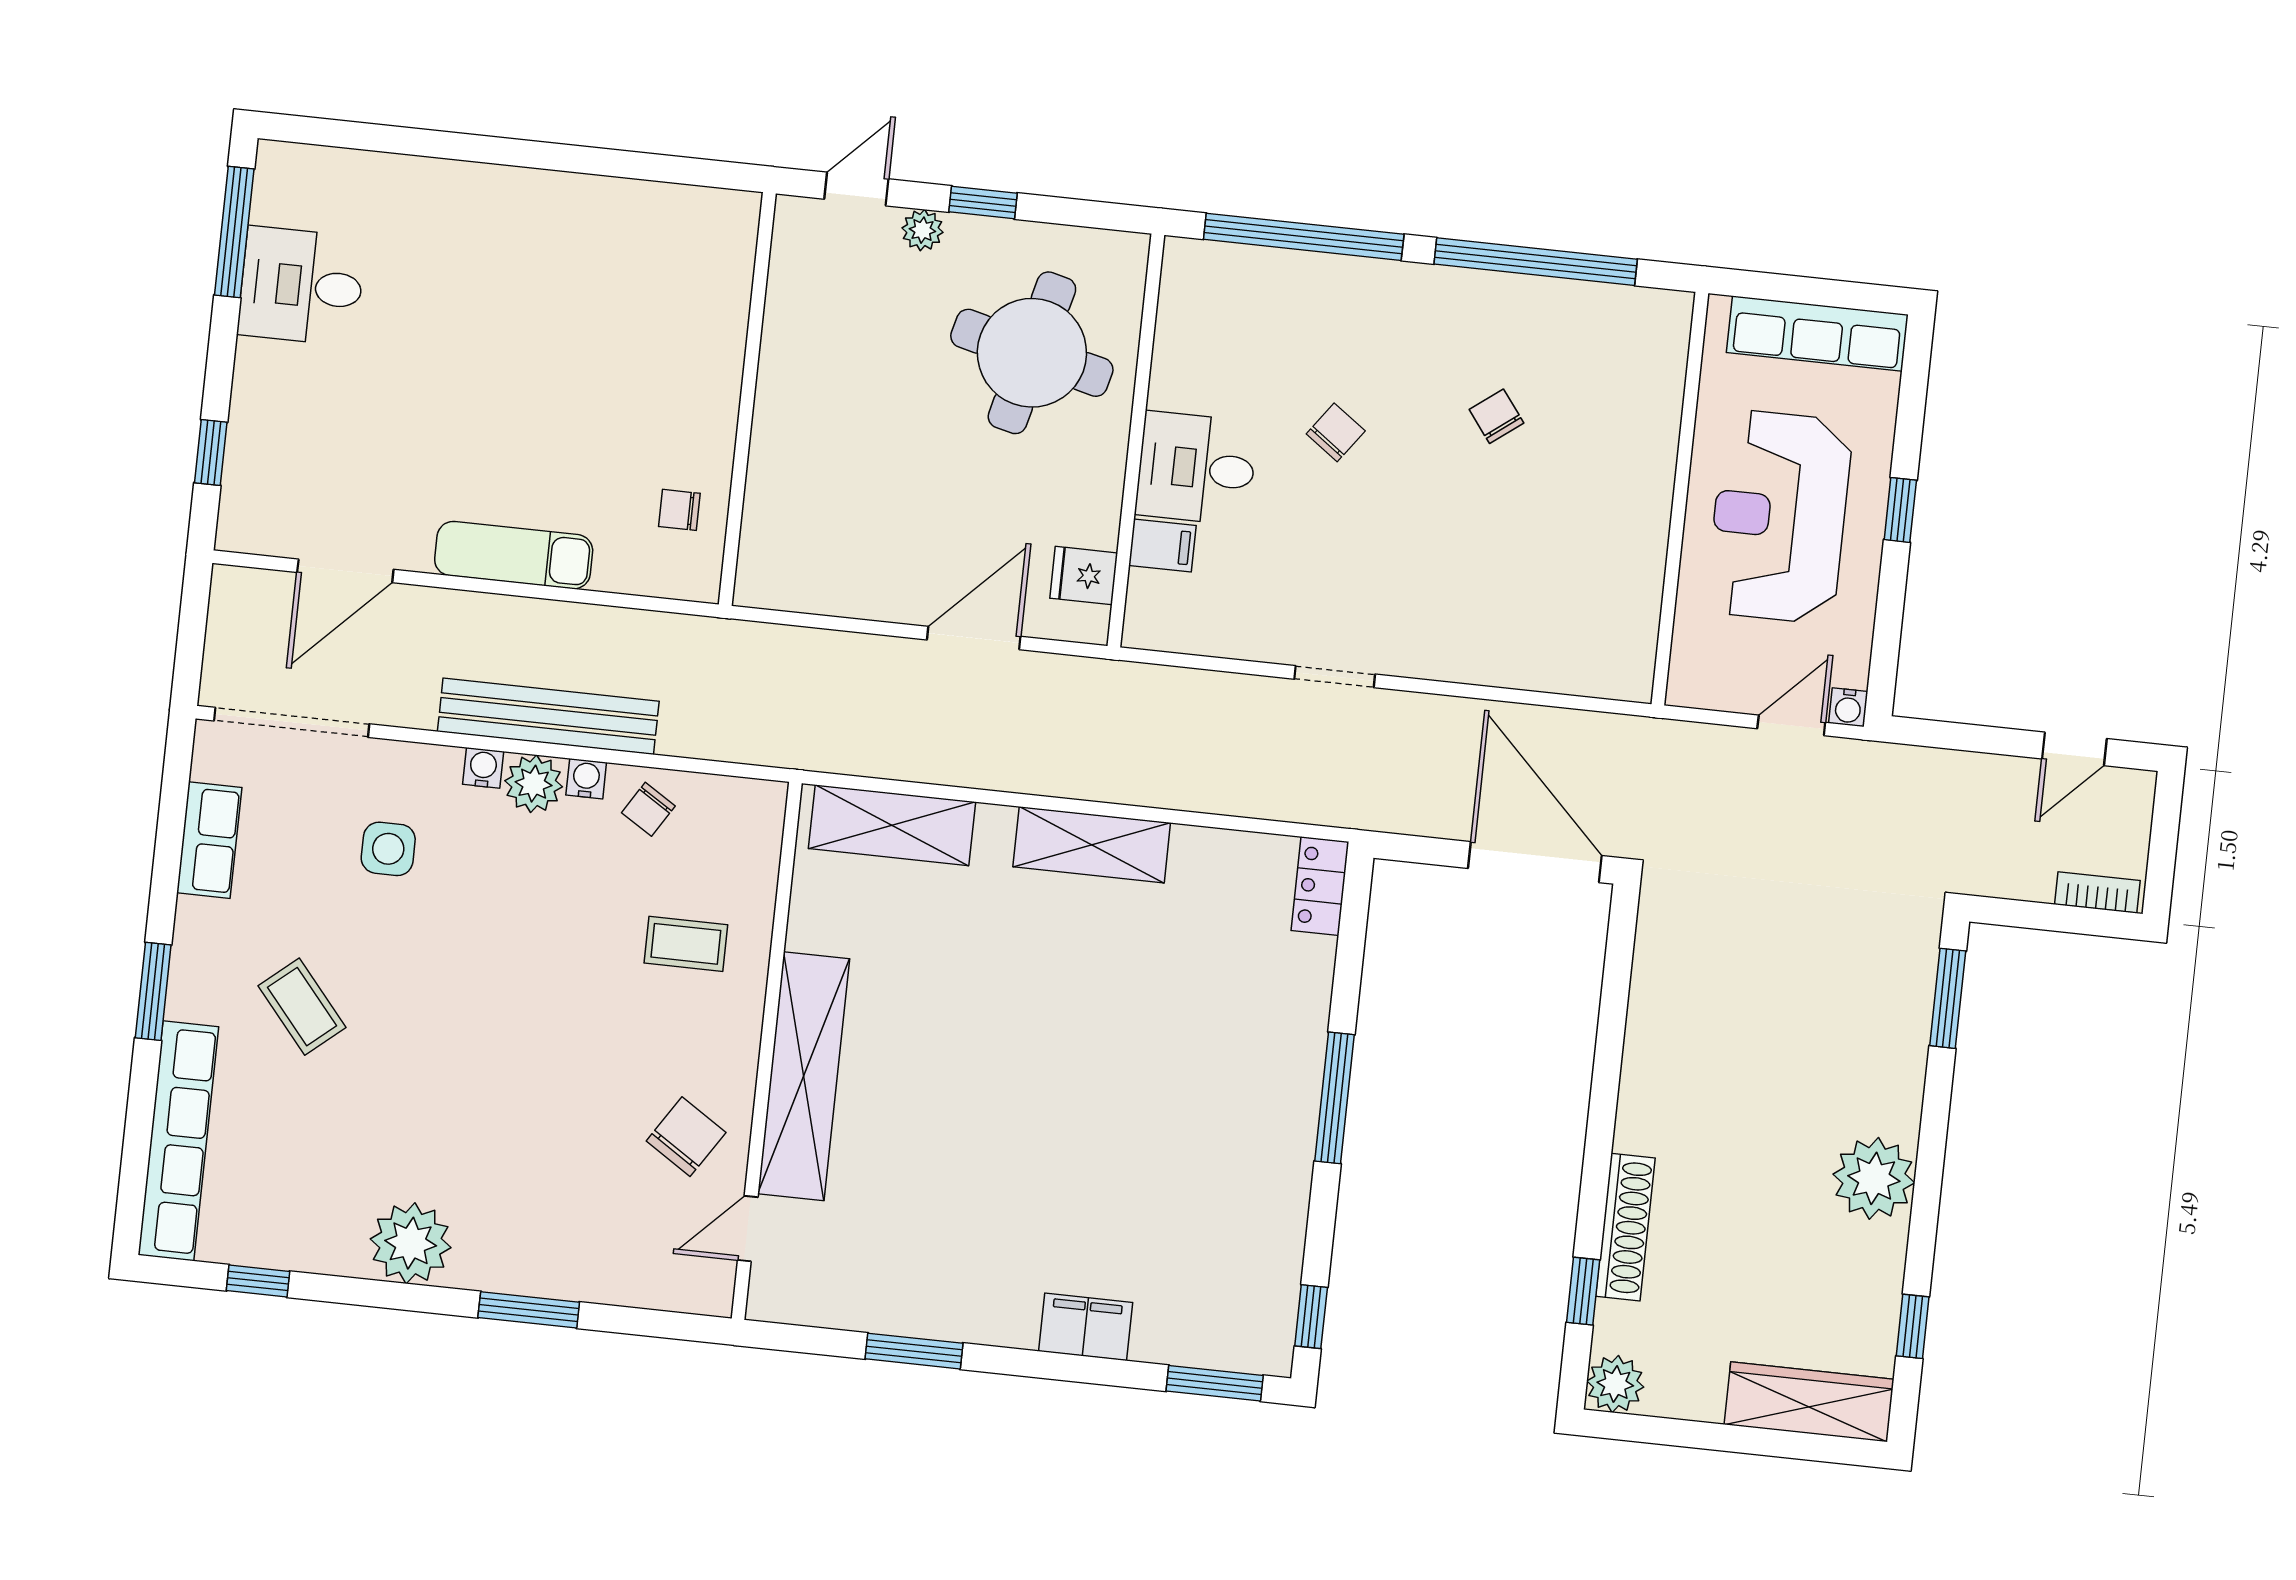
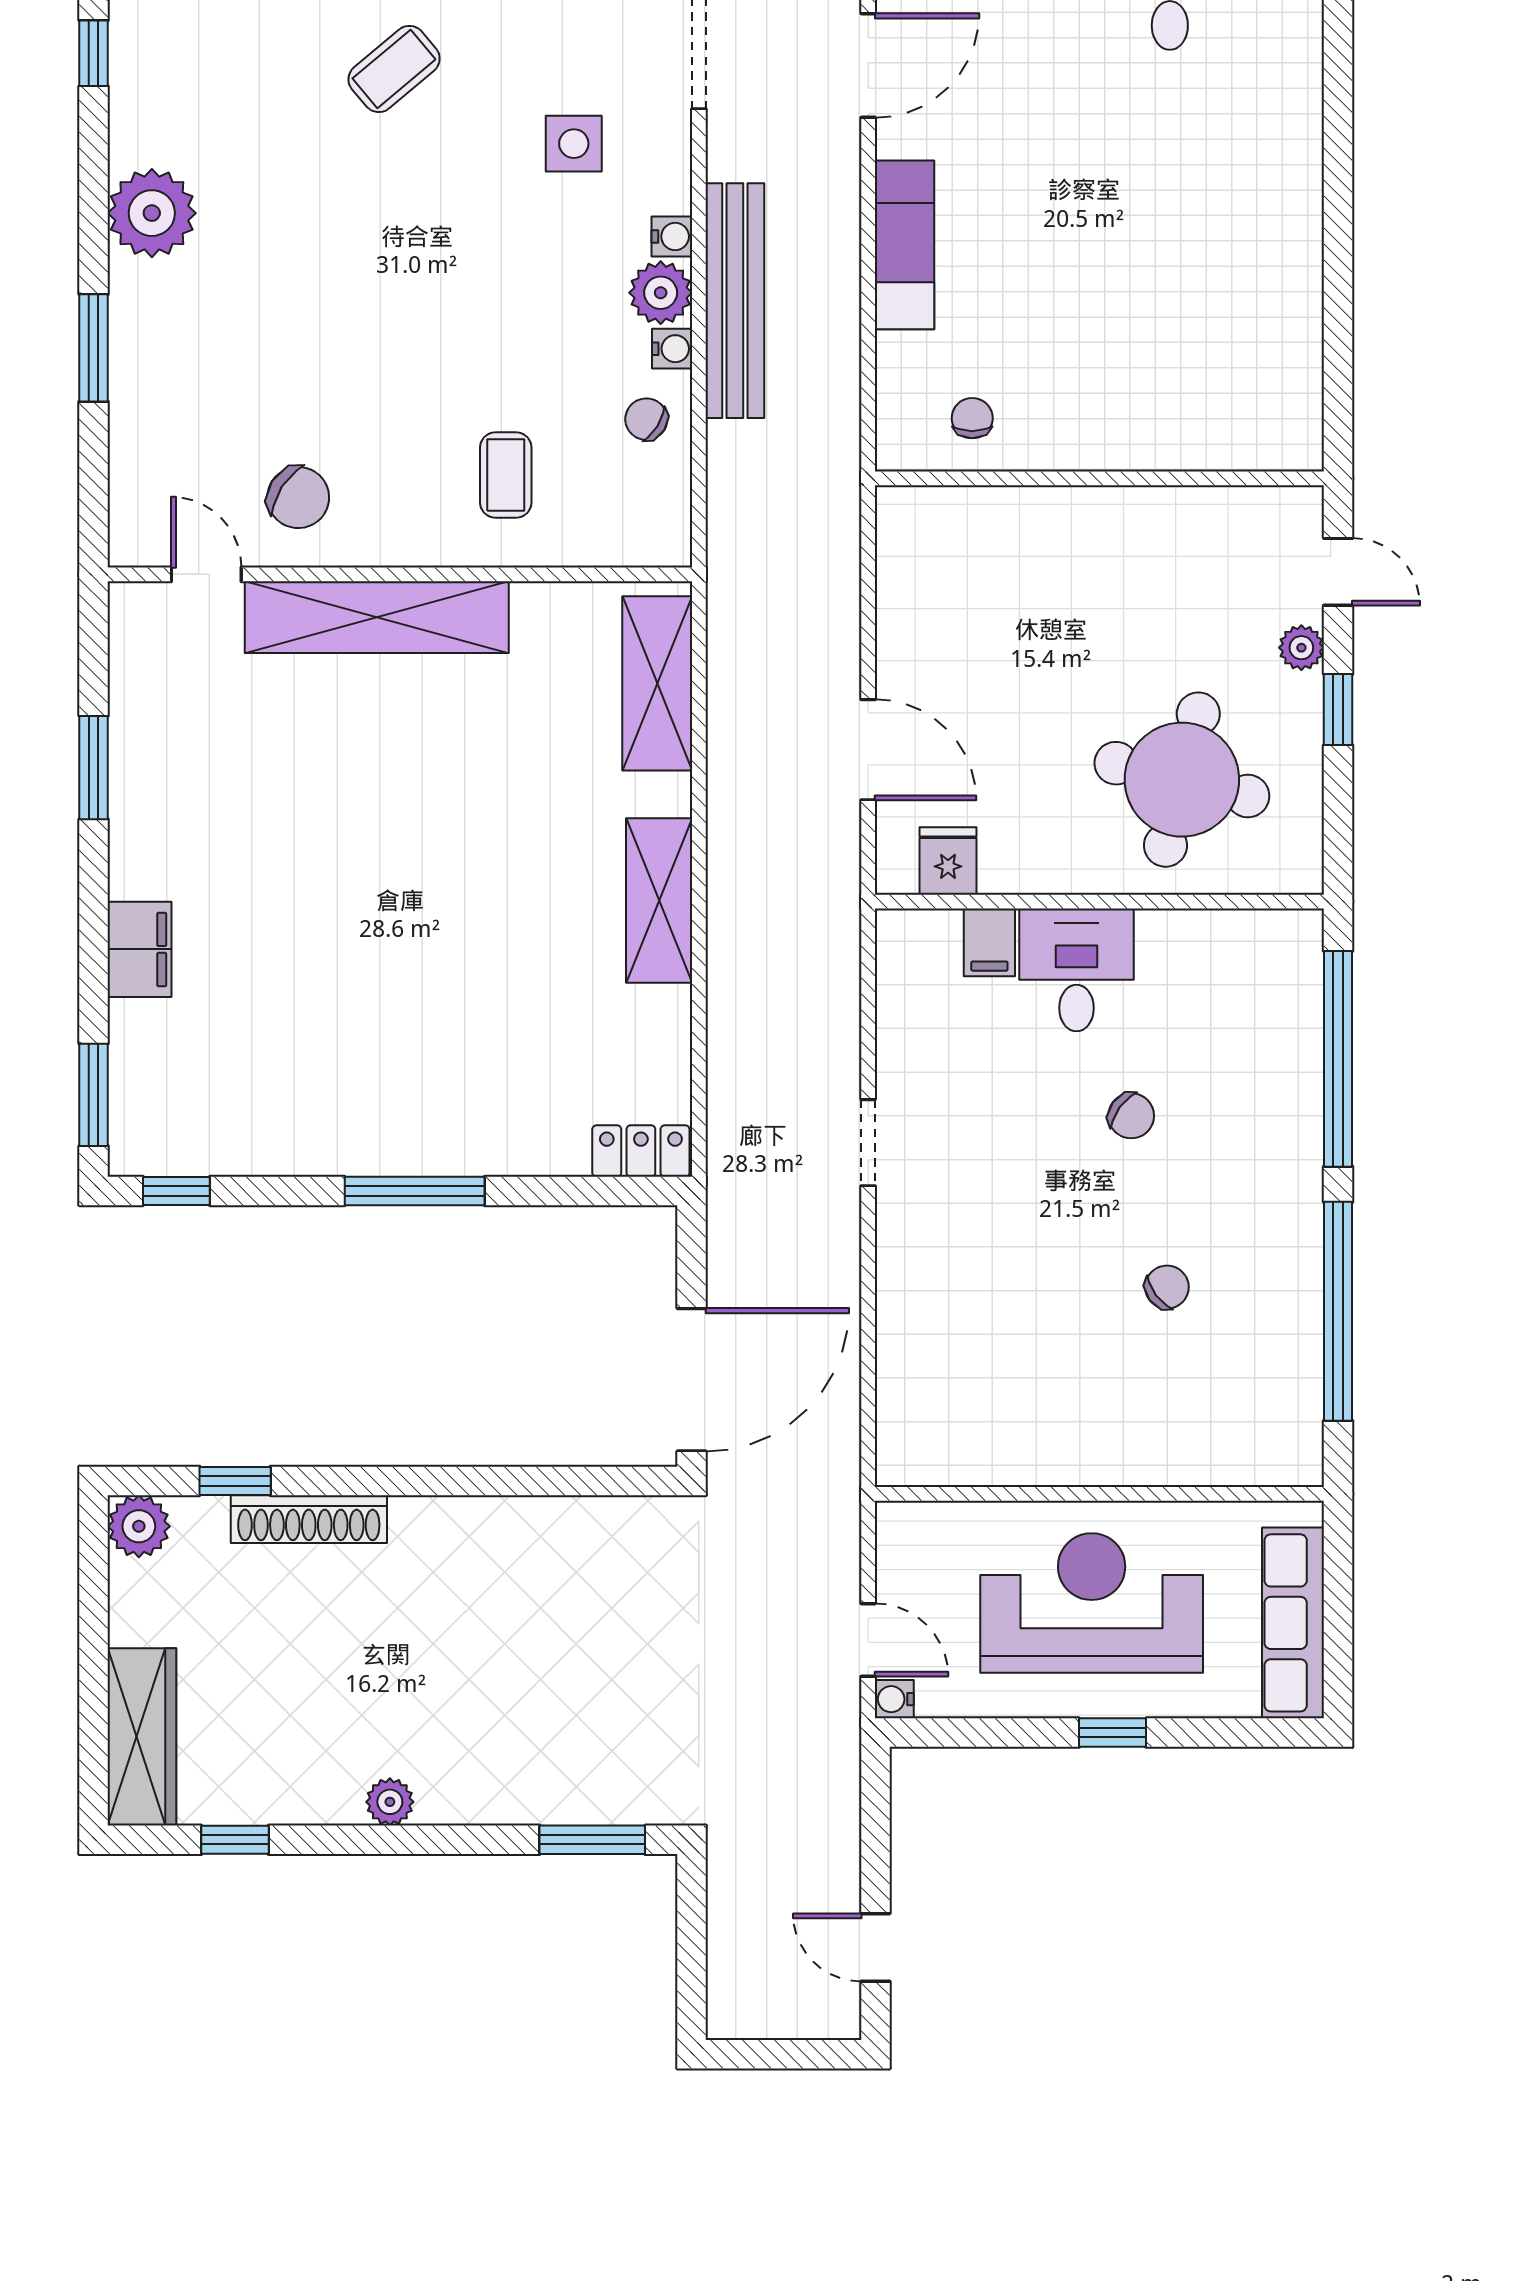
door: (345, 571) -> (868, 65), swing flipped
bookcase: (2097, 892) -> (723, 1989), removed
plant: (1874, 1178) -> (390, 1802), width x0.53, depth x0.53

